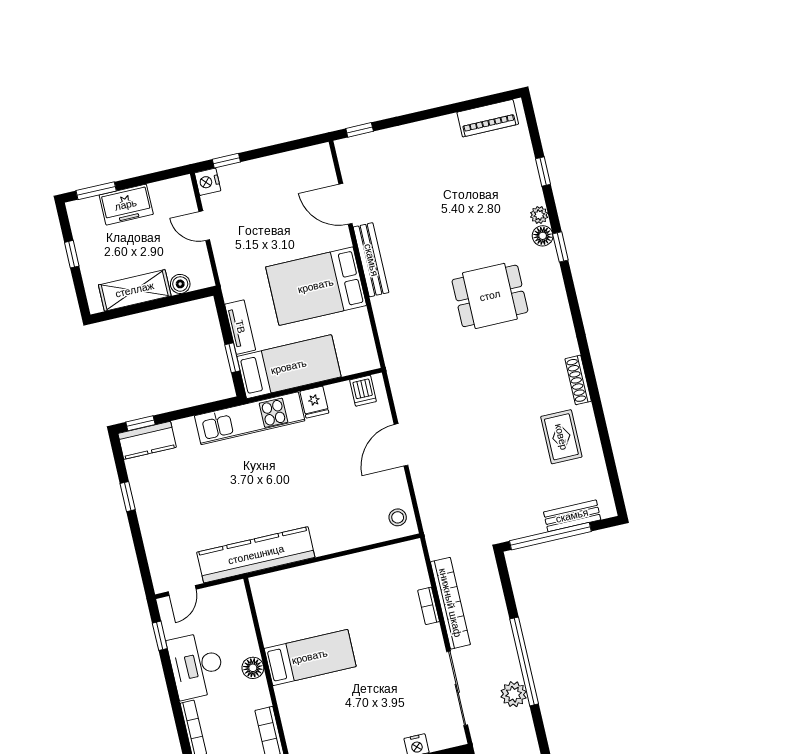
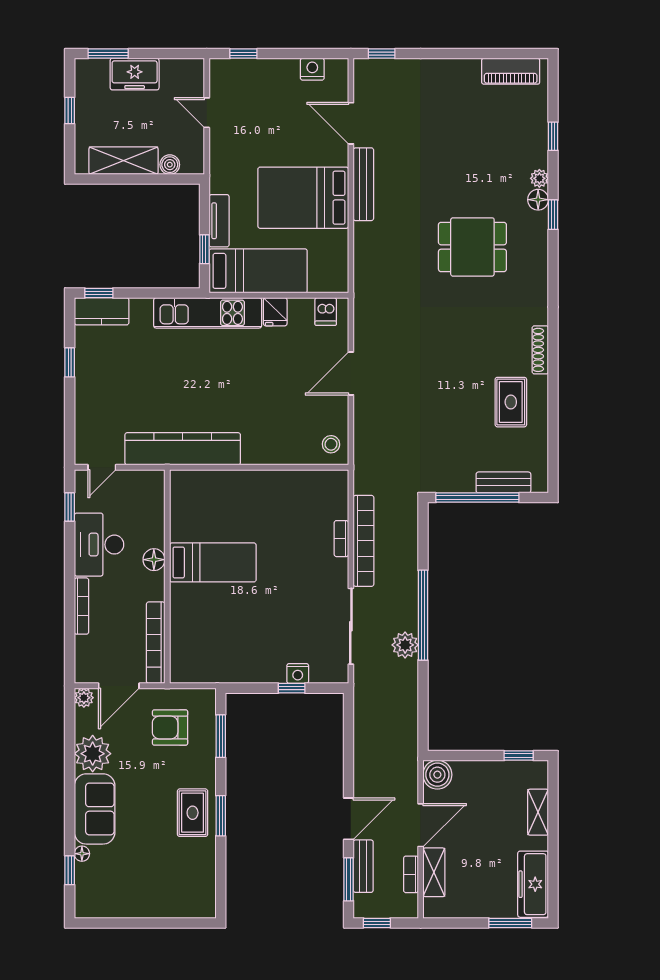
nightstand: (208, 182) -> (312, 69), moved, turned 90

